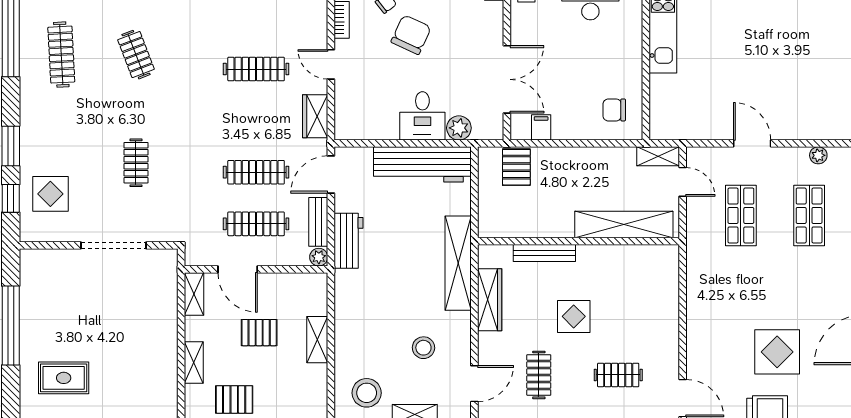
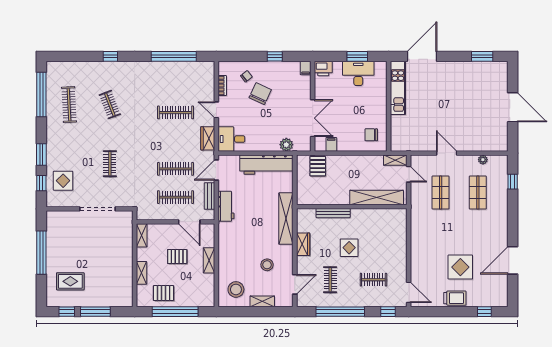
desk: (422, 116) -> (231, 139), moved, turned 90
plant: (319, 257) -> (210, 215), removed
door: (238, 269) -> (189, 222), moved
wardrobe: (490, 300) -> (303, 244), width x0.67

